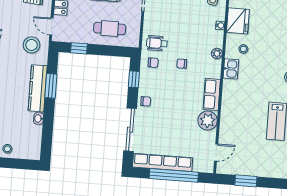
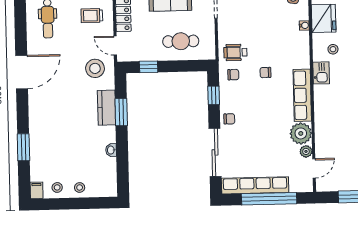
plant: (217, 54) -> (306, 151), moved
kitchen counter: (38, 88) -> (107, 108), width x0.67
row of seats: (212, 94) -> (302, 95), width x1.48

